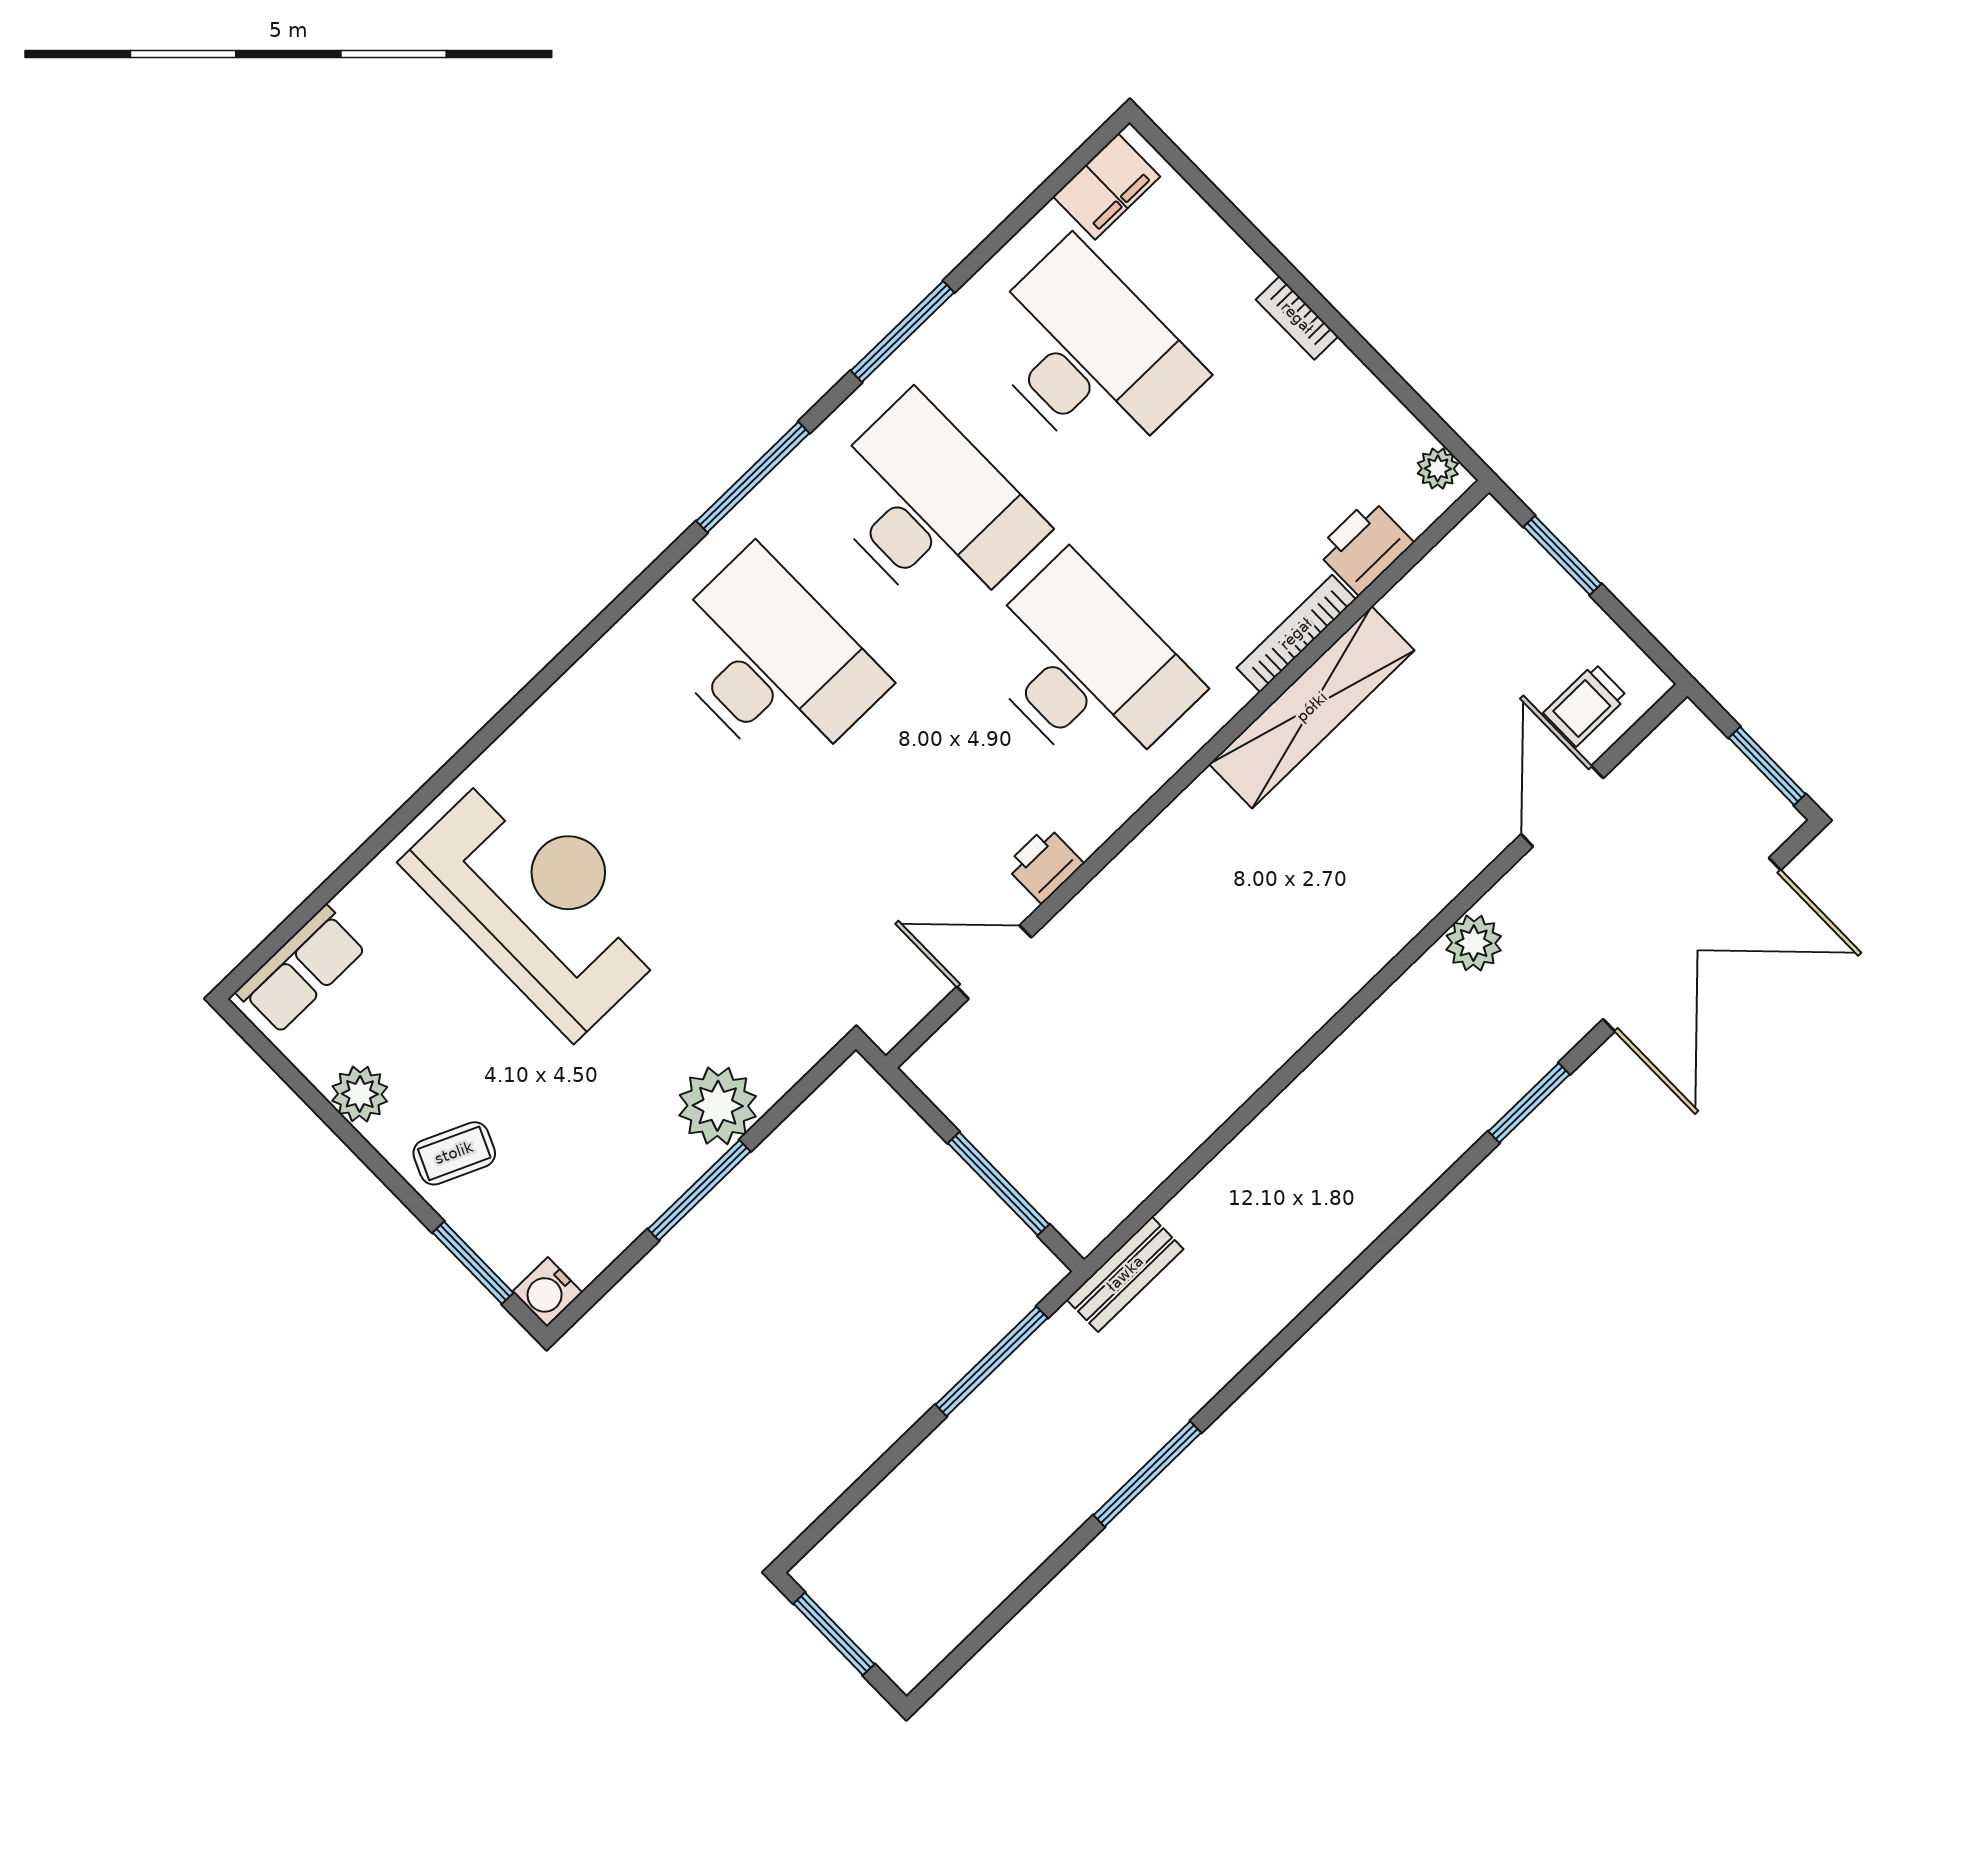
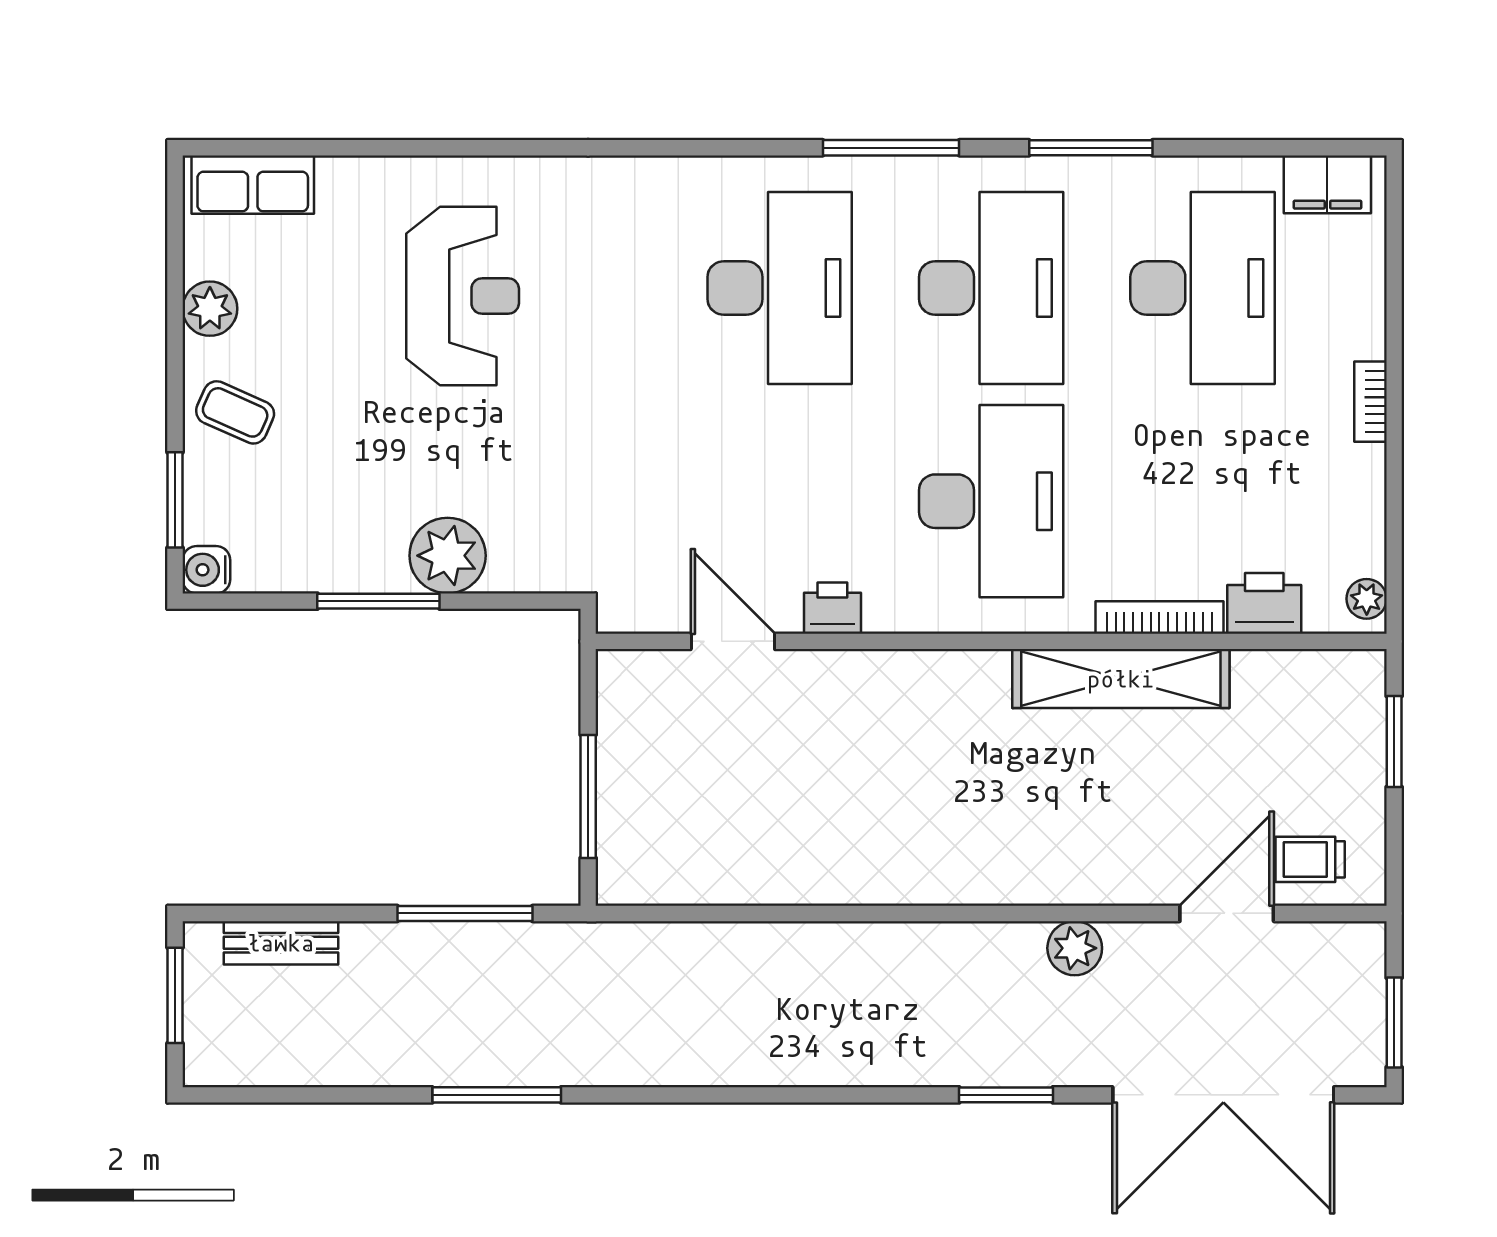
reception desk: (540, 900) -> (463, 296), width x0.74, depth x0.77
bench: (1125, 1274) -> (281, 943), moved

